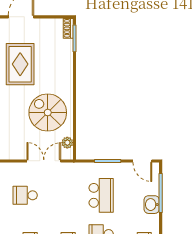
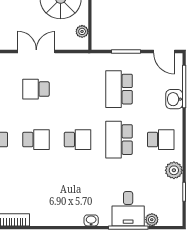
double door: (44, 161) -> (36, 52), moved
school desk: (101, 195) -> (119, 89), turned 180

